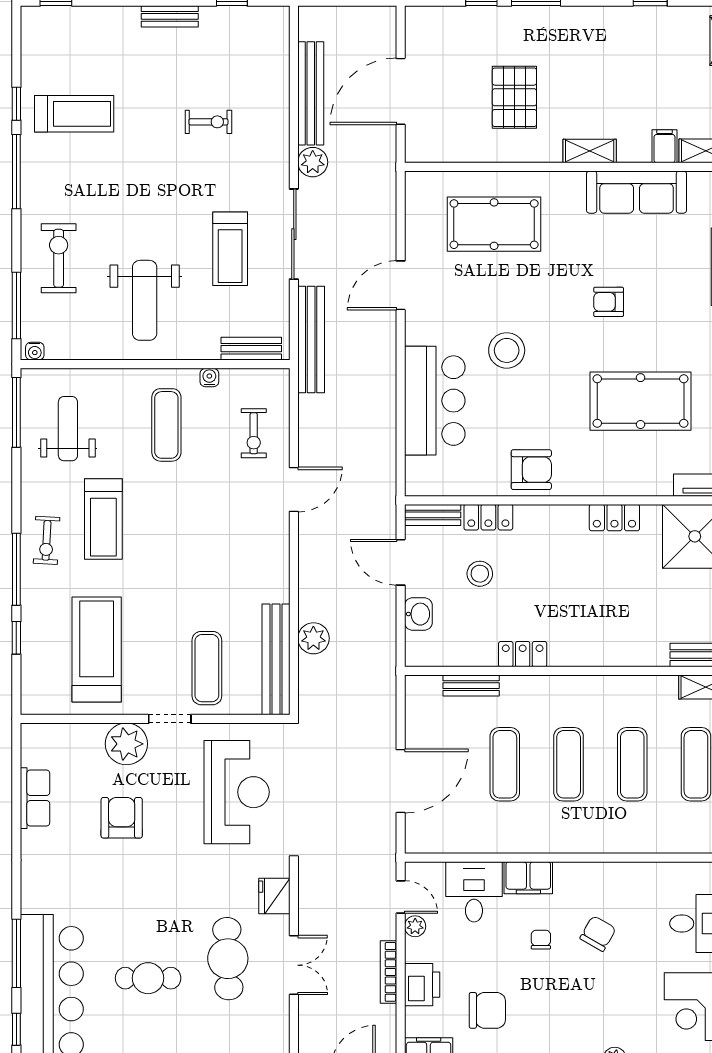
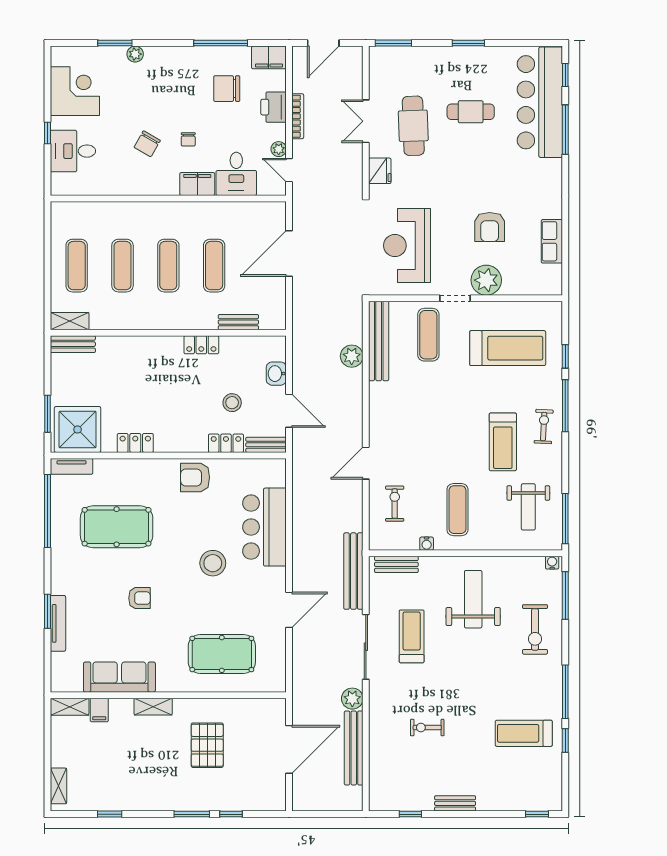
treadmill: (103, 519) -> (503, 442), turned 180
treadmill: (97, 649) -> (508, 348), turned -90

